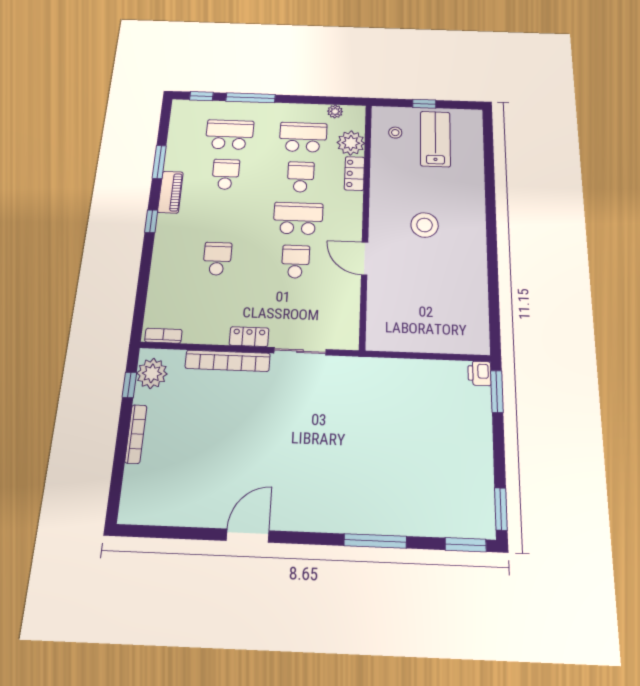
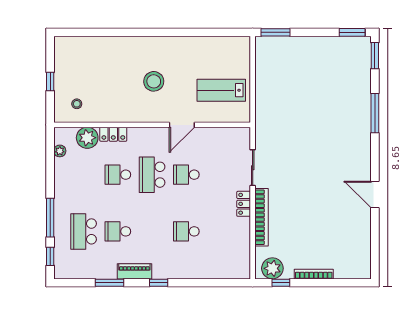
school desk: (303, 137) -> (84, 175), removed
lab bench: (435, 139) -> (221, 90), moved
bookcase: (163, 336) -> (245, 264), removed
printer: (480, 373) -> (263, 44), removed

